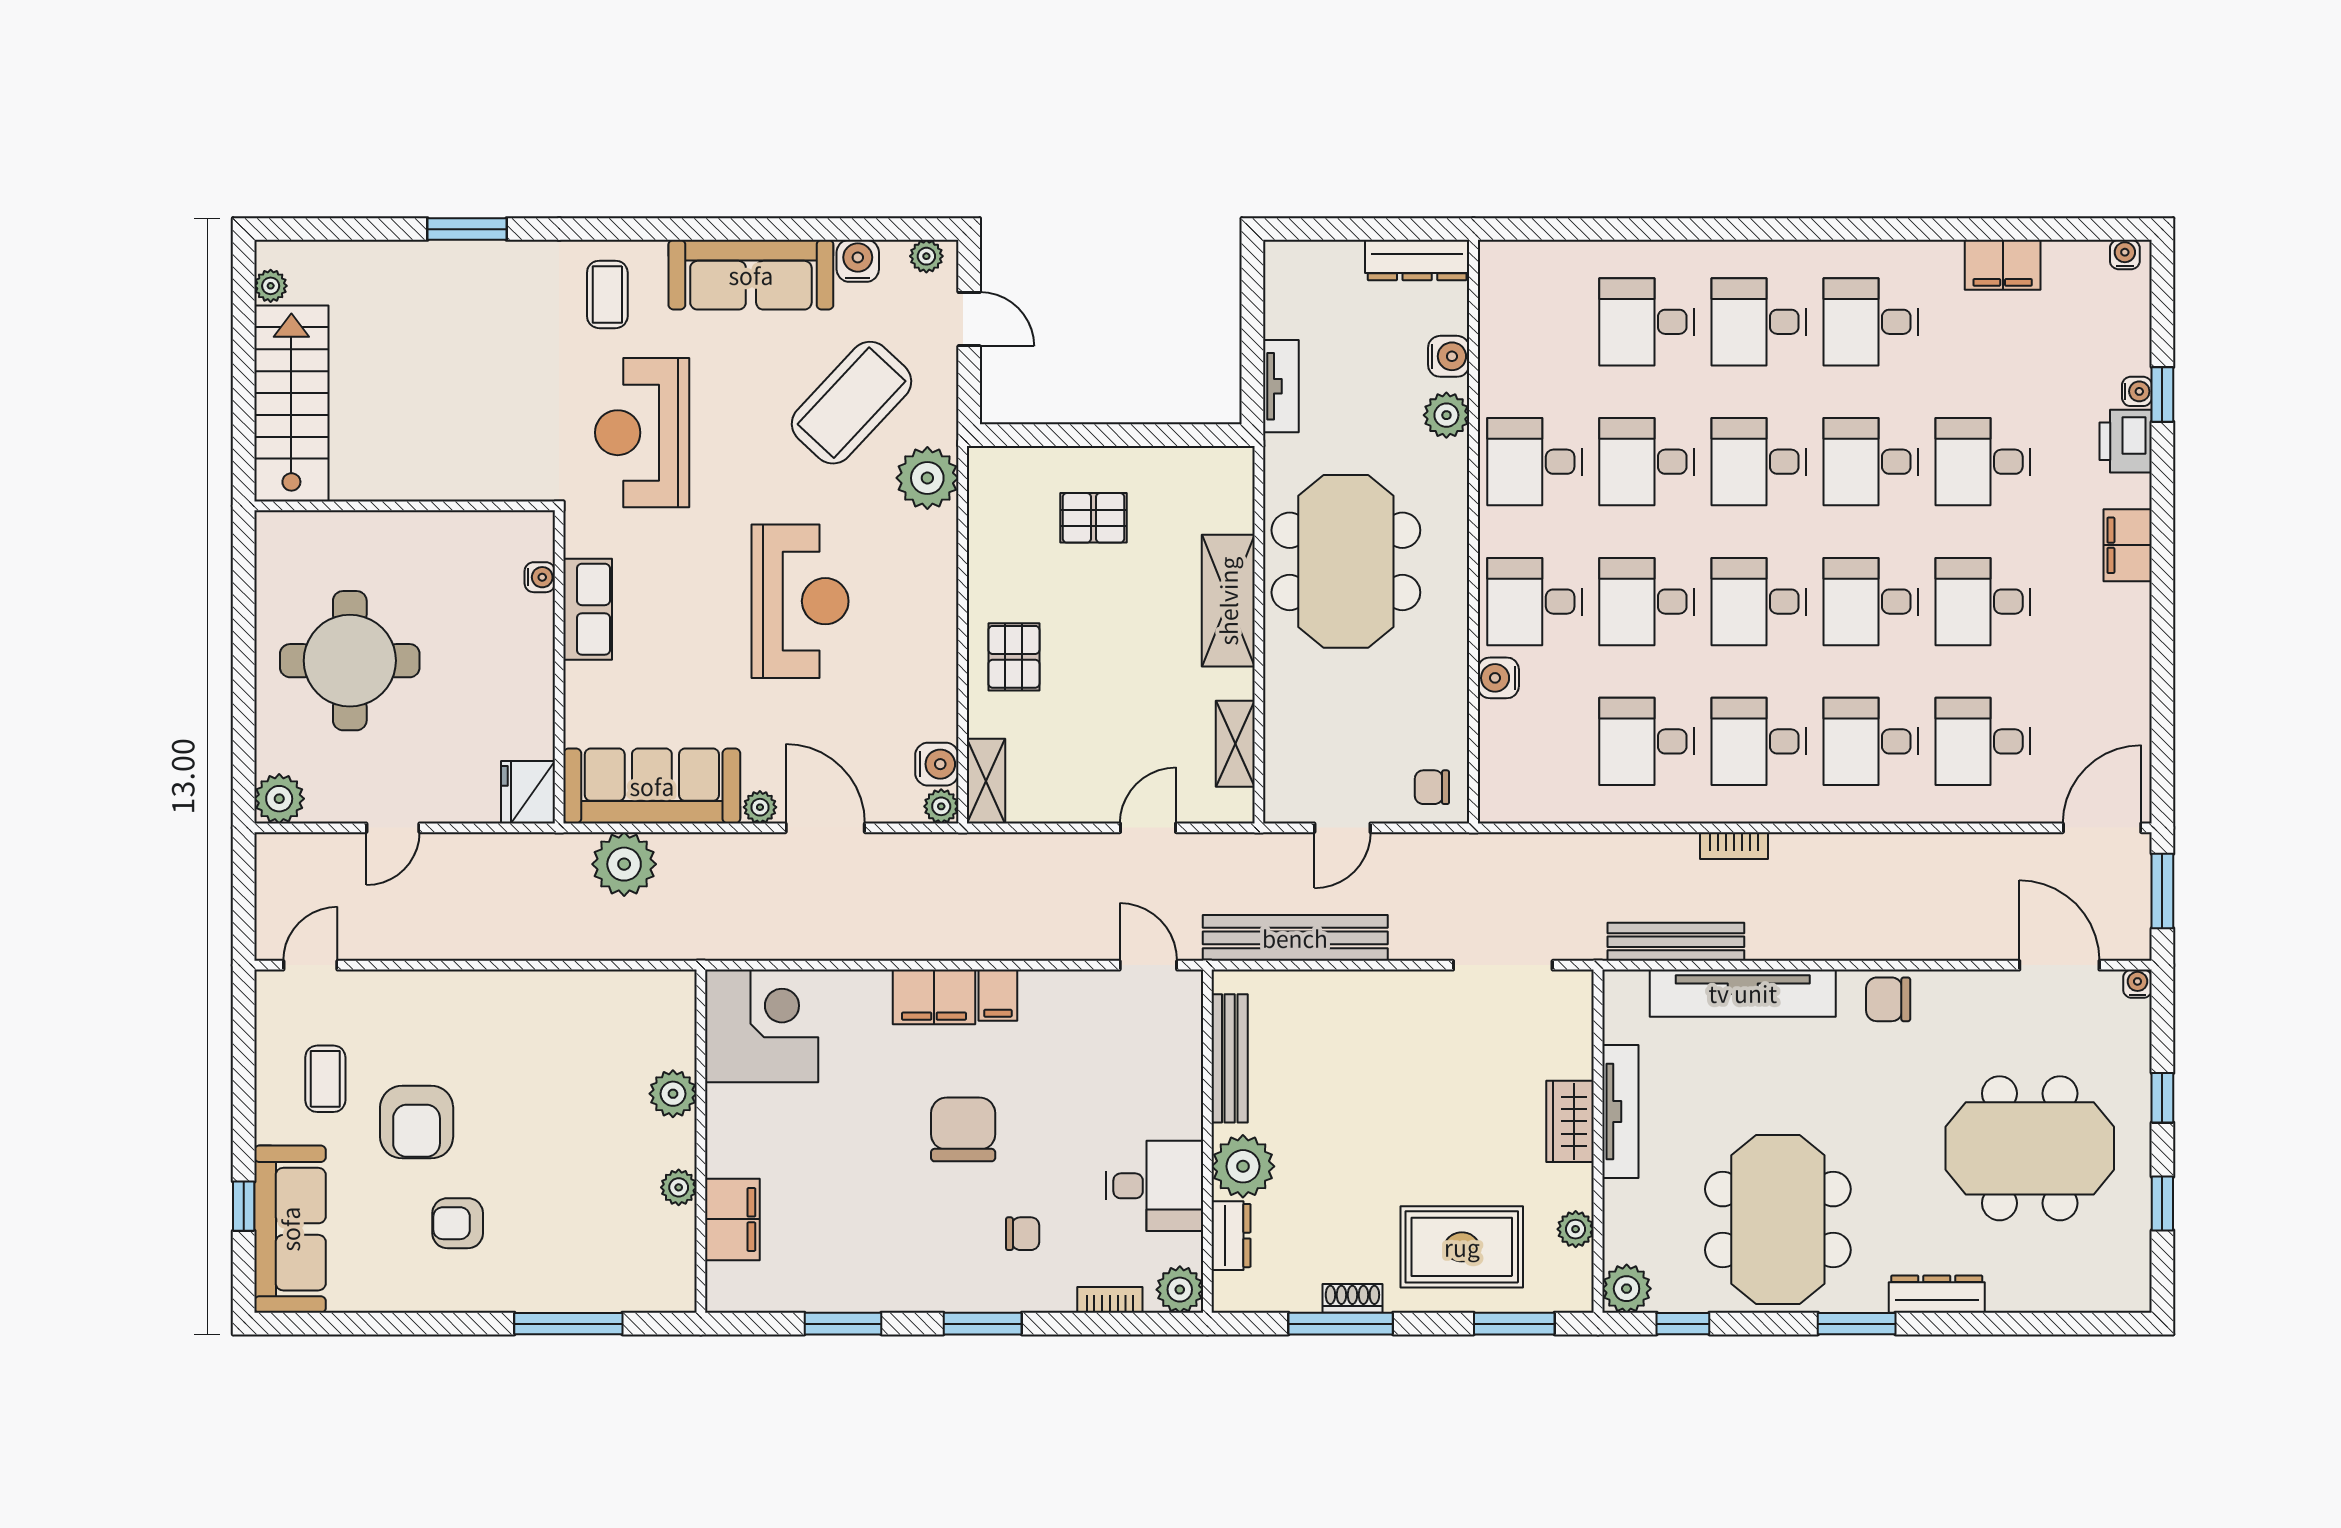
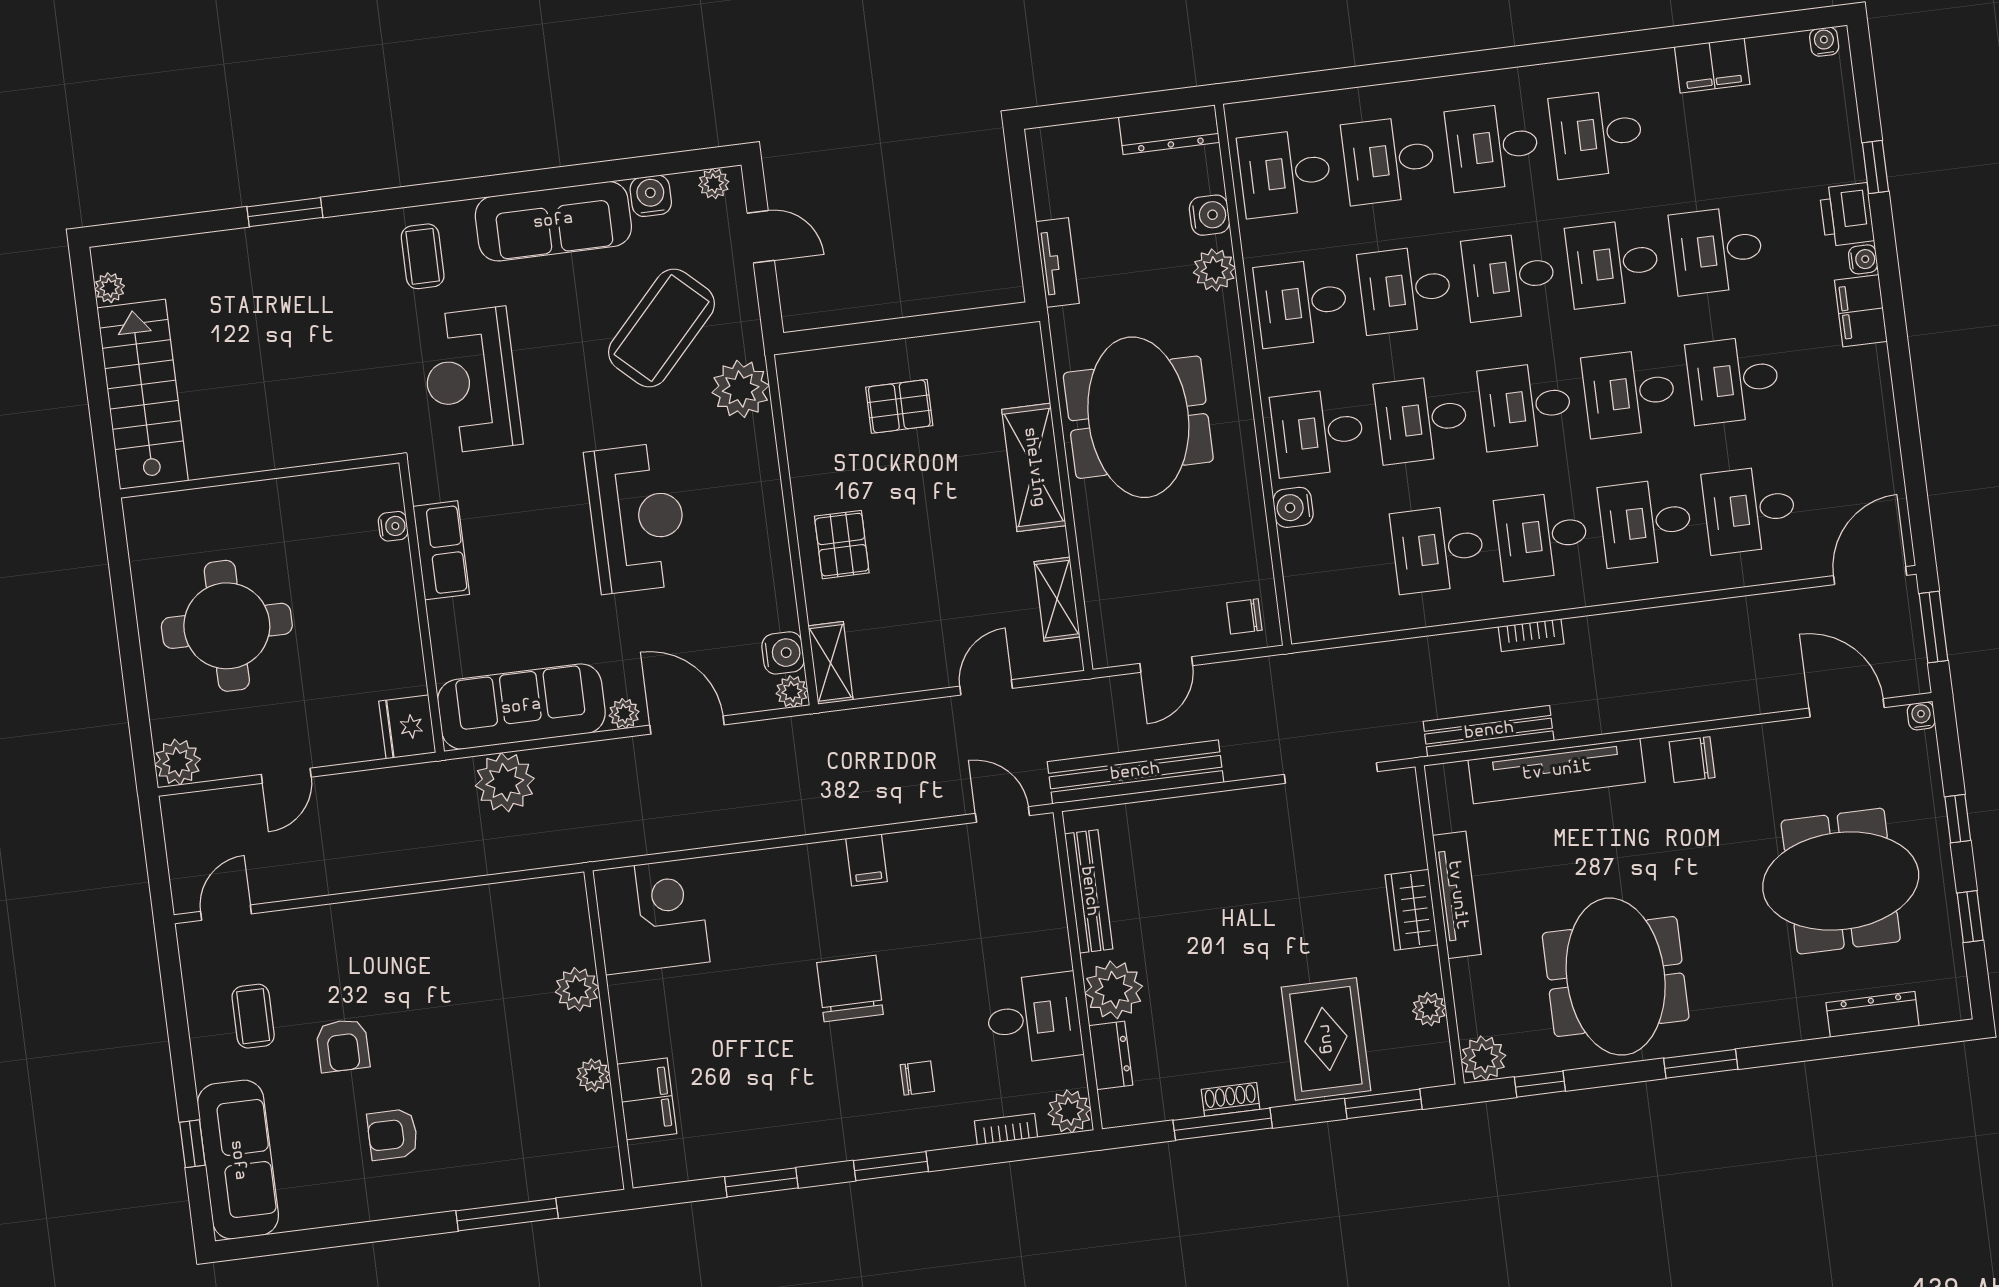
desk: (1535, 322) -> (1285, 173), added
water cooler: (2137, 391) -> (1863, 259), moved
filing cabinet: (934, 997) -> (808, 869), removed
armchair: (417, 1122) -> (343, 1046), width x0.72, depth x0.72
rug: (1462, 1247) -> (1326, 1039), turned 90
dresser: (1937, 1294) -> (1873, 1014), moved

